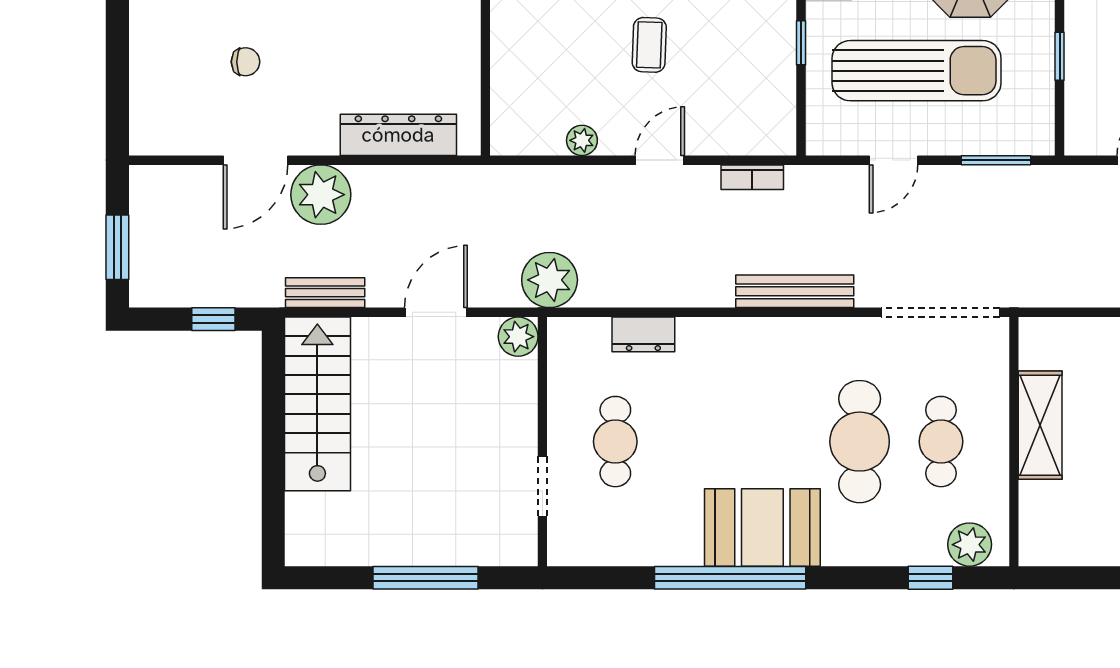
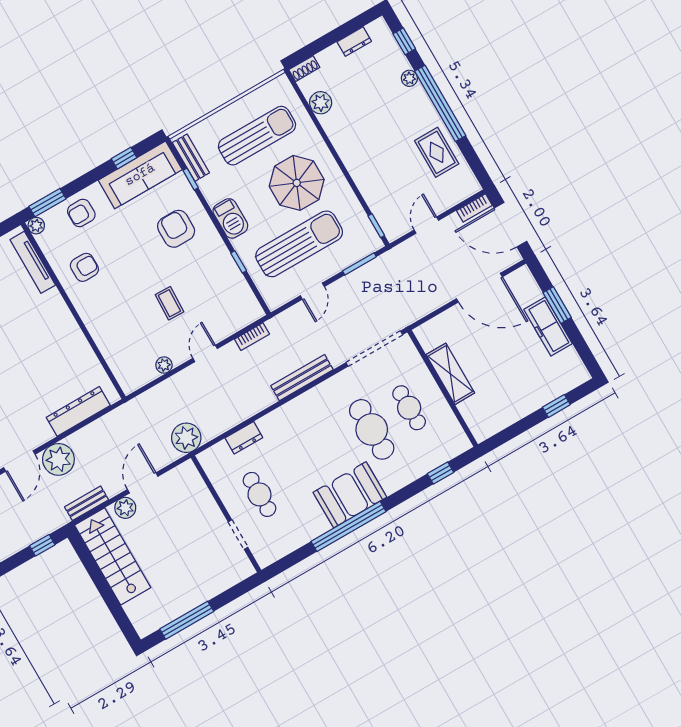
window: (1060, 56) -> (376, 226), moved
plant: (518, 337) -> (125, 508), moved
plant: (970, 545) -> (450, 447), removed
window: (425, 578) -> (187, 620), moved

